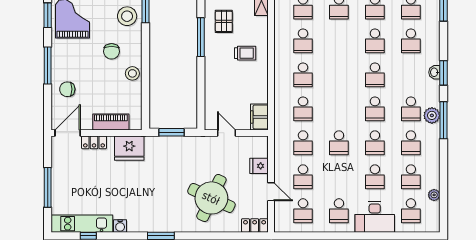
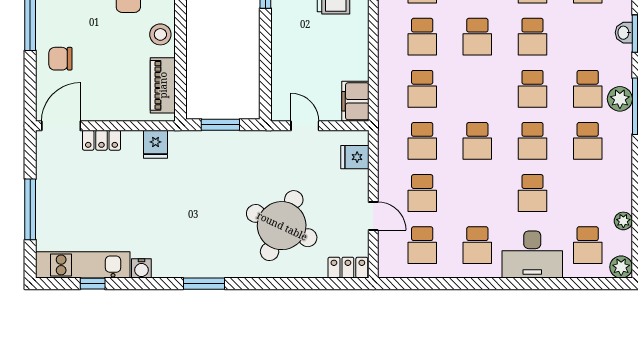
piano: (111, 122) -> (163, 85), moved, turned -90
fridge: (129, 148) -> (156, 144), width x0.53, depth x0.75
fridge: (259, 166) -> (355, 157), moved
school desk: (411, 177) -> (477, 37), moved
plant: (433, 225) -> (621, 267), added

